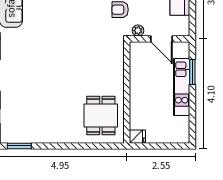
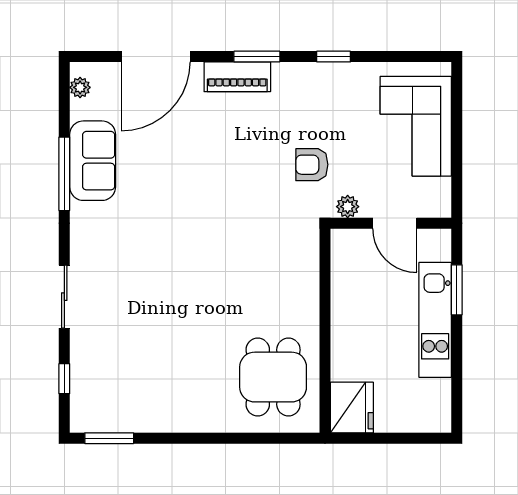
fridge: (137, 137) -> (352, 408), width x1.88, depth x1.34

